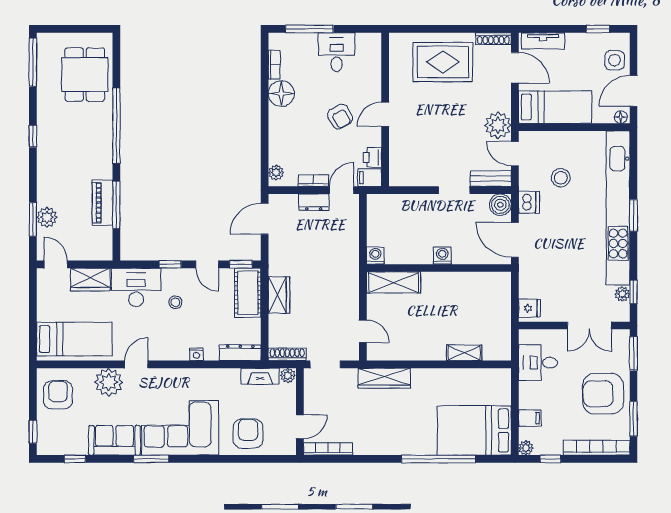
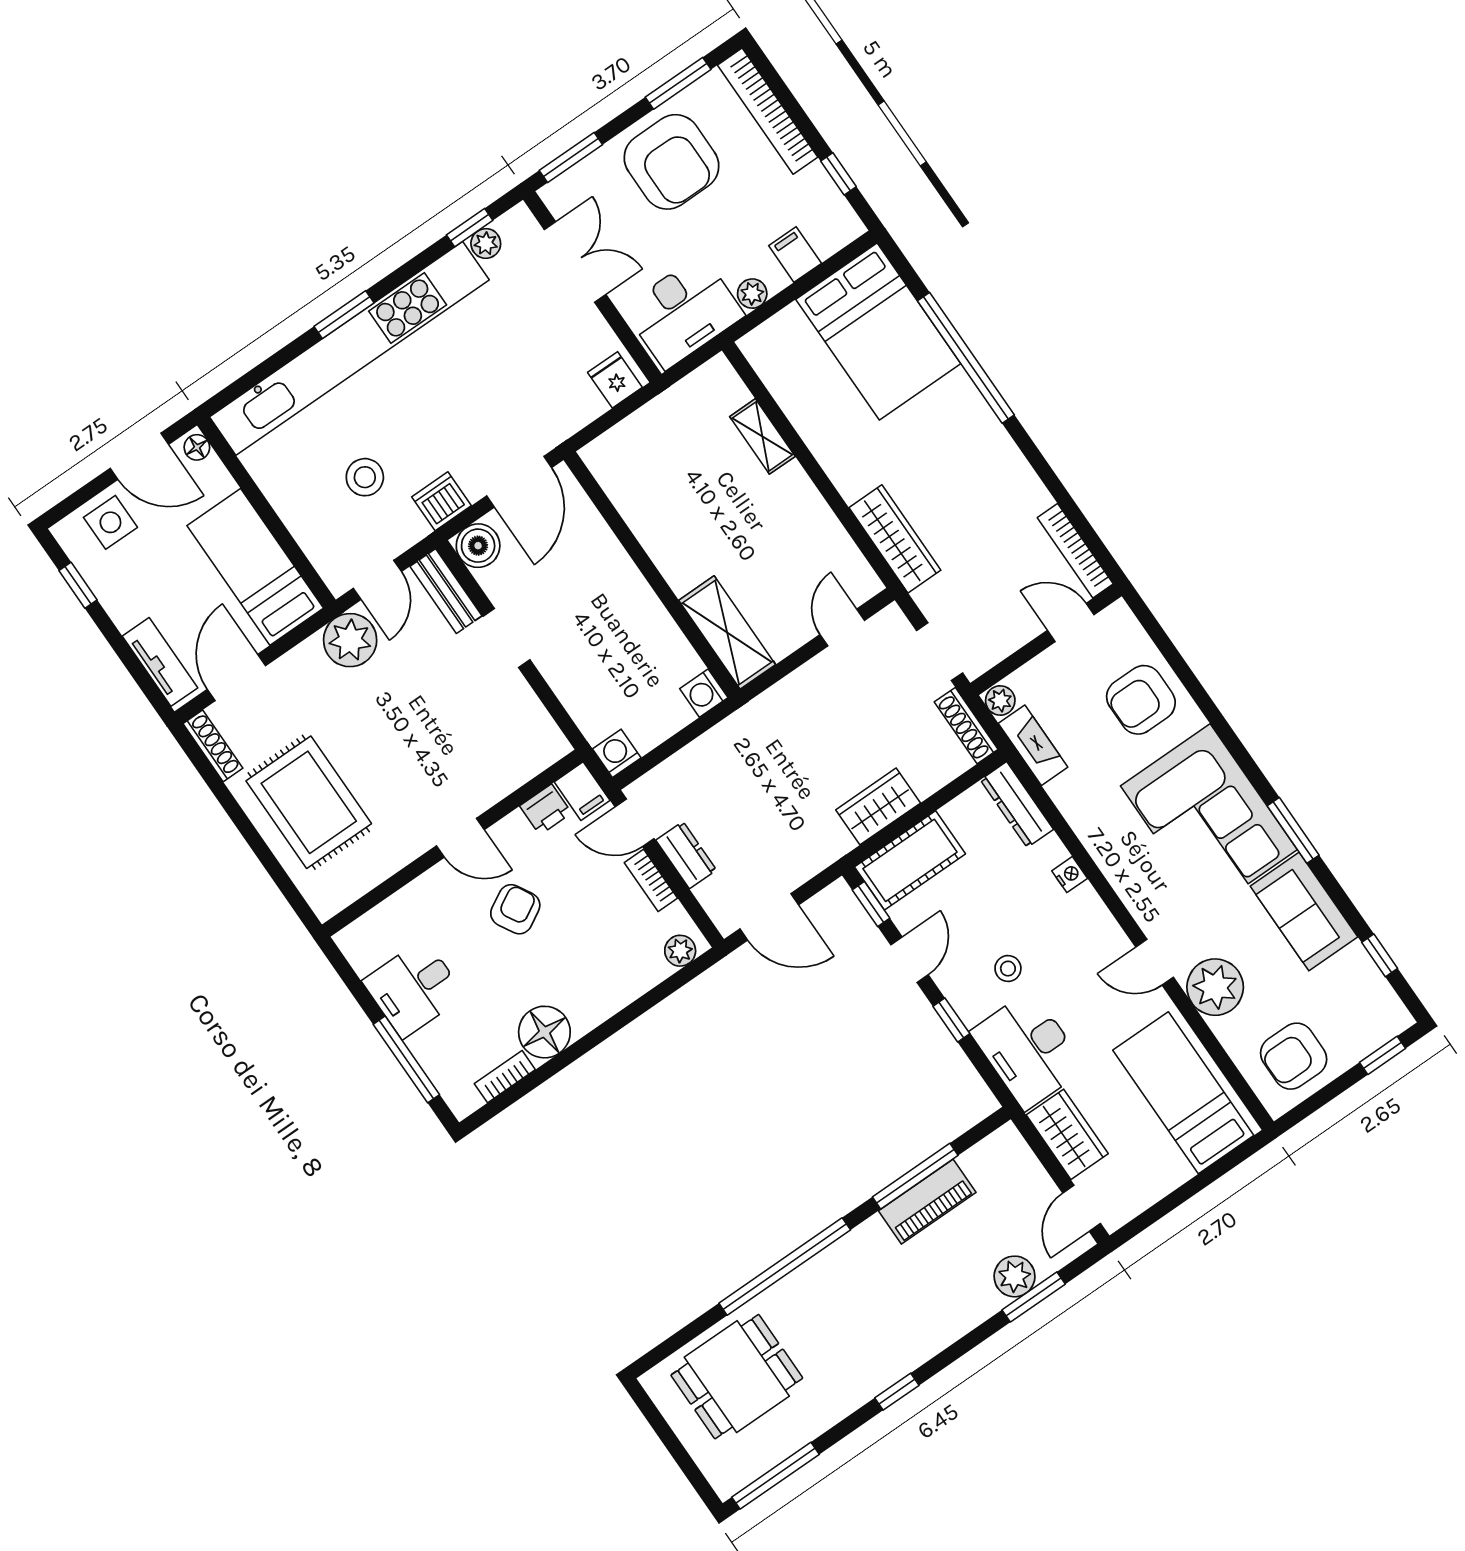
washing machine: (442, 256) -> (617, 753), moved, turned 90
desk: (538, 363) -> (684, 312), width x1.37
plant: (526, 448) -> (752, 294), moved

